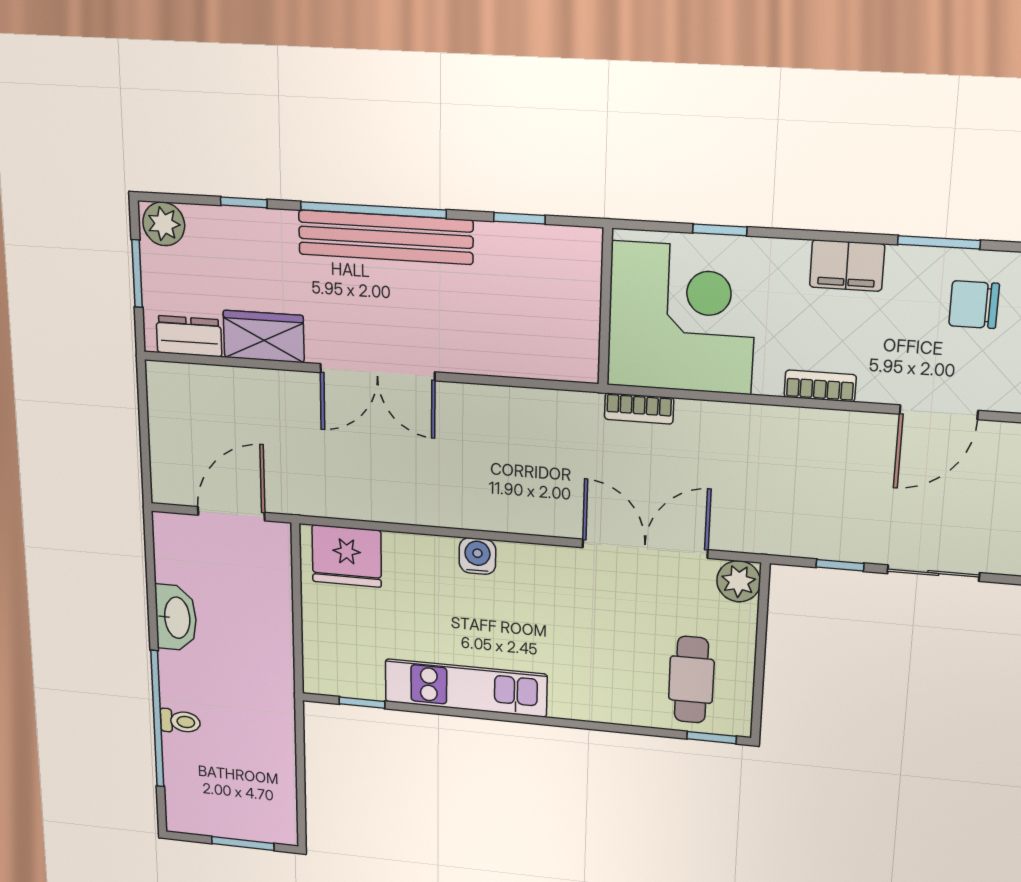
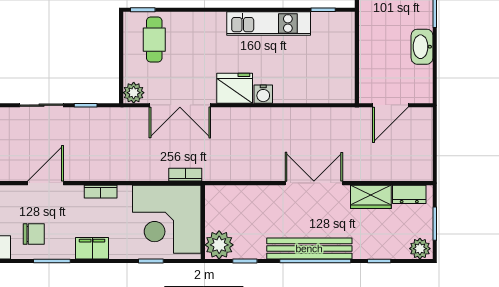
plant: (573, 256) -> (219, 245), added
fridge: (347, 556) -> (235, 88), moved

